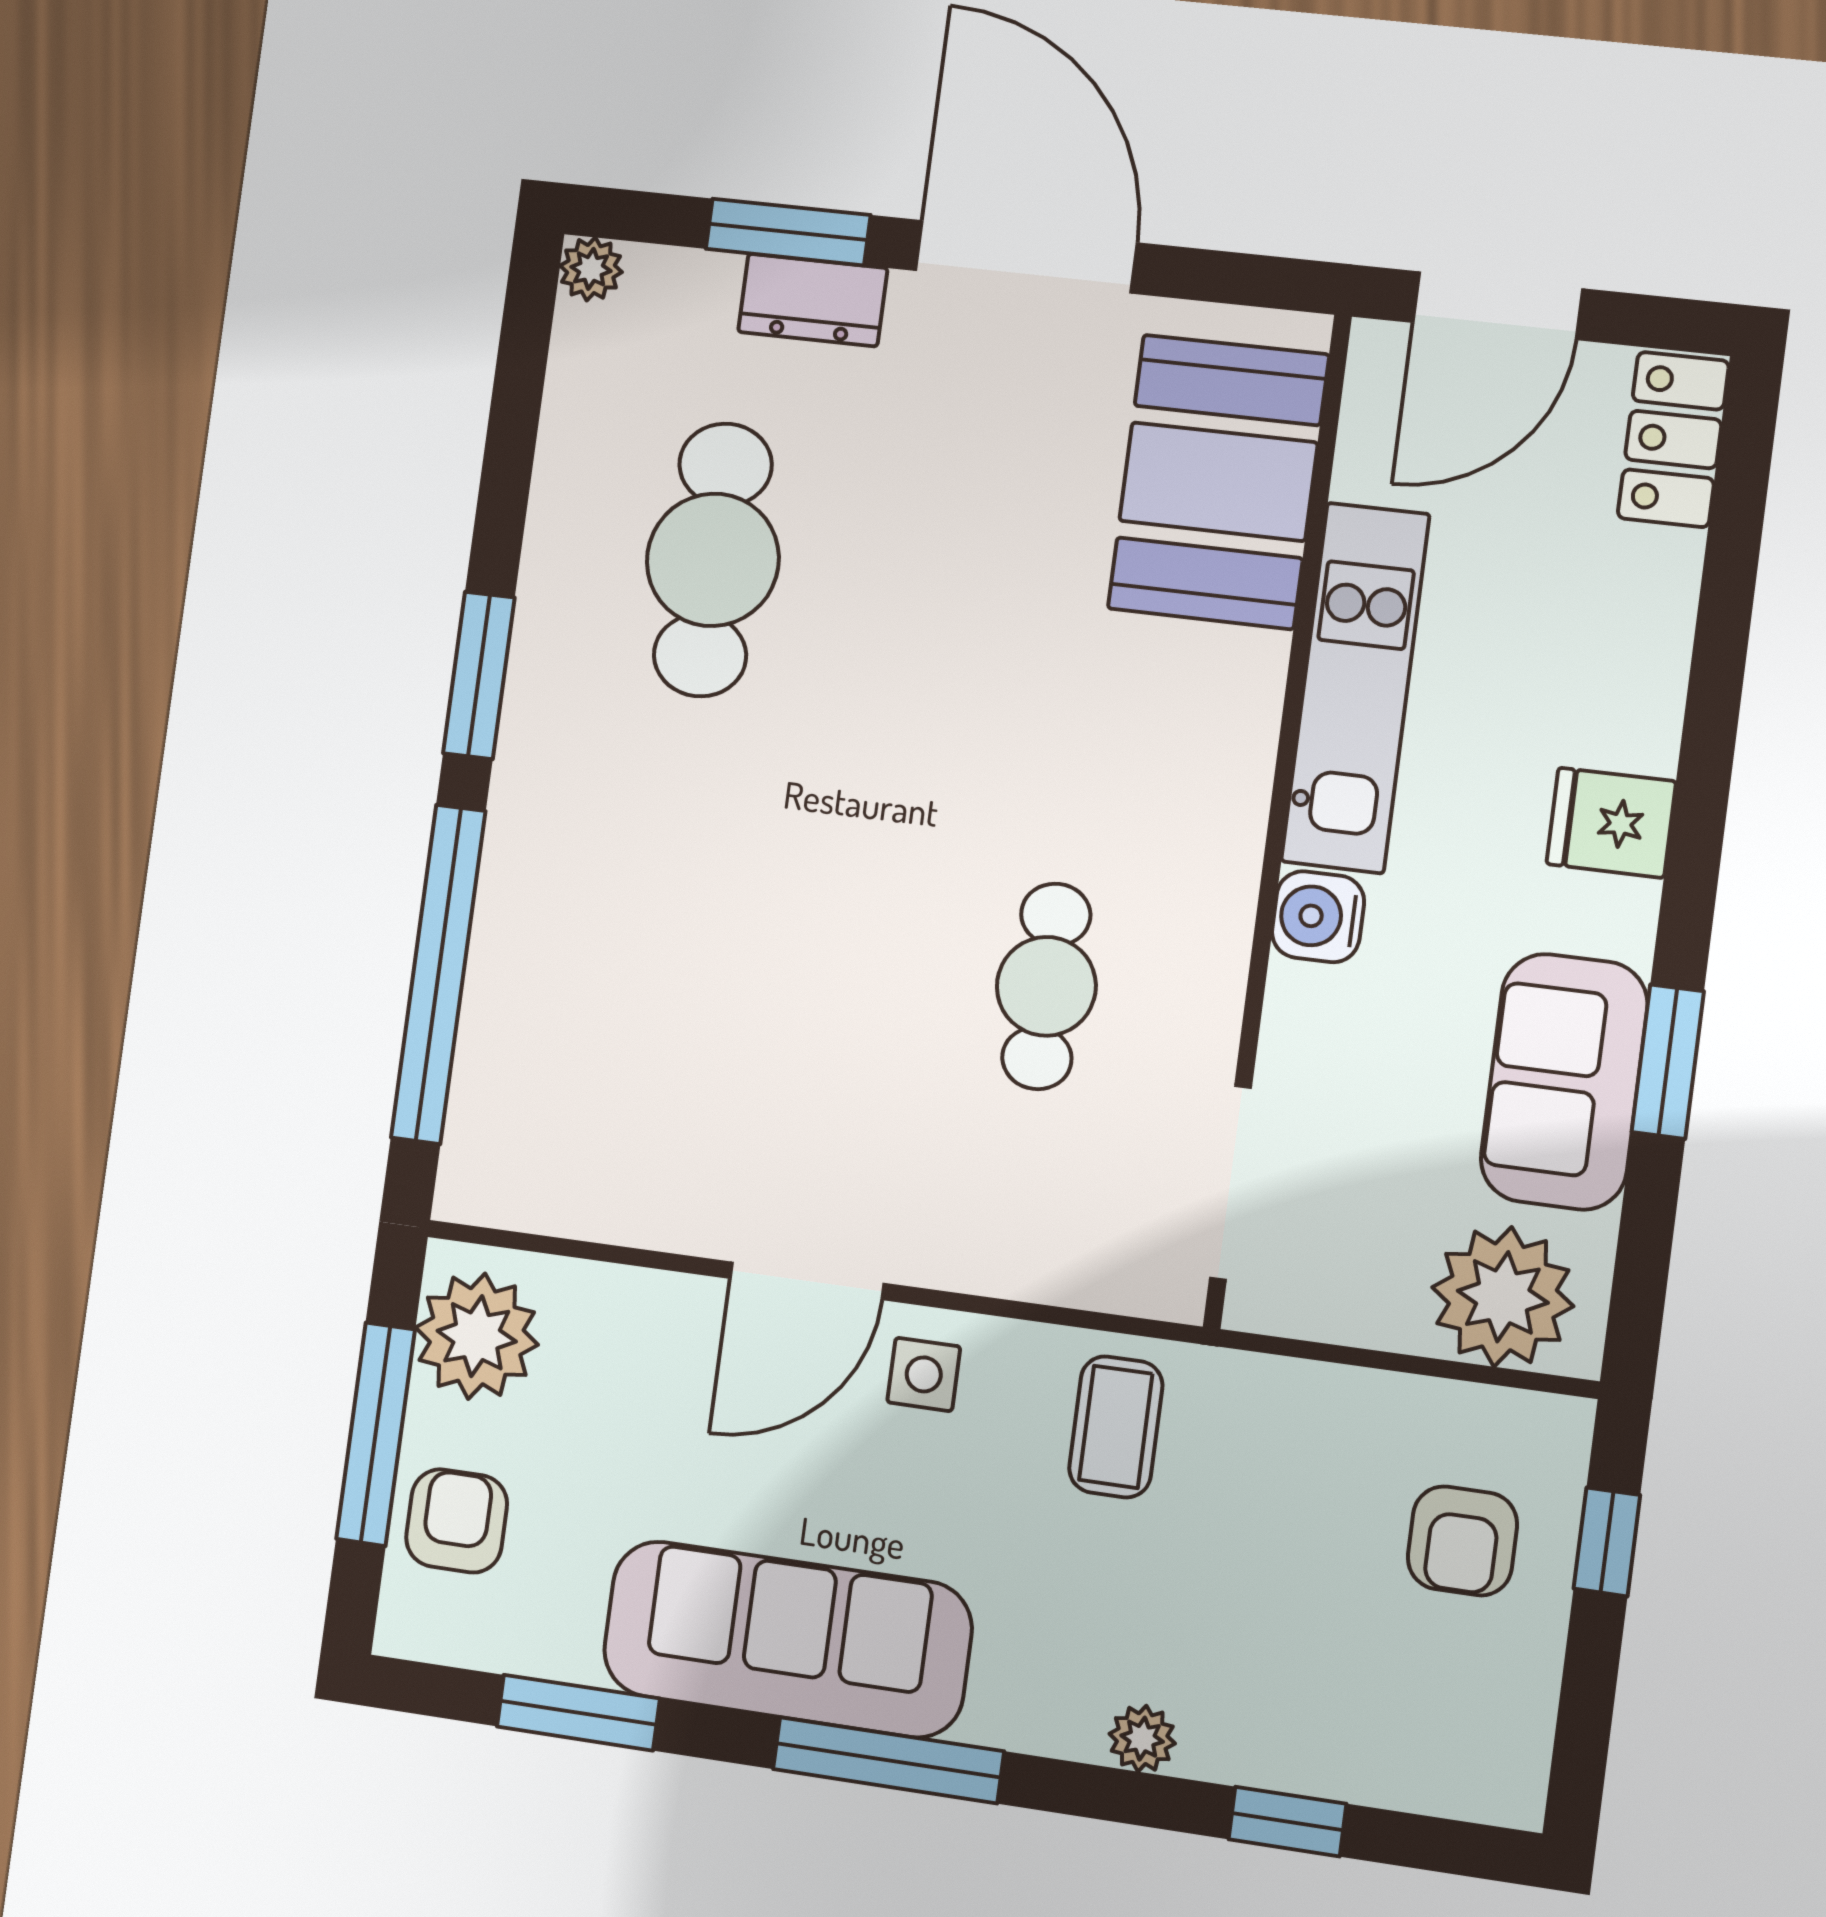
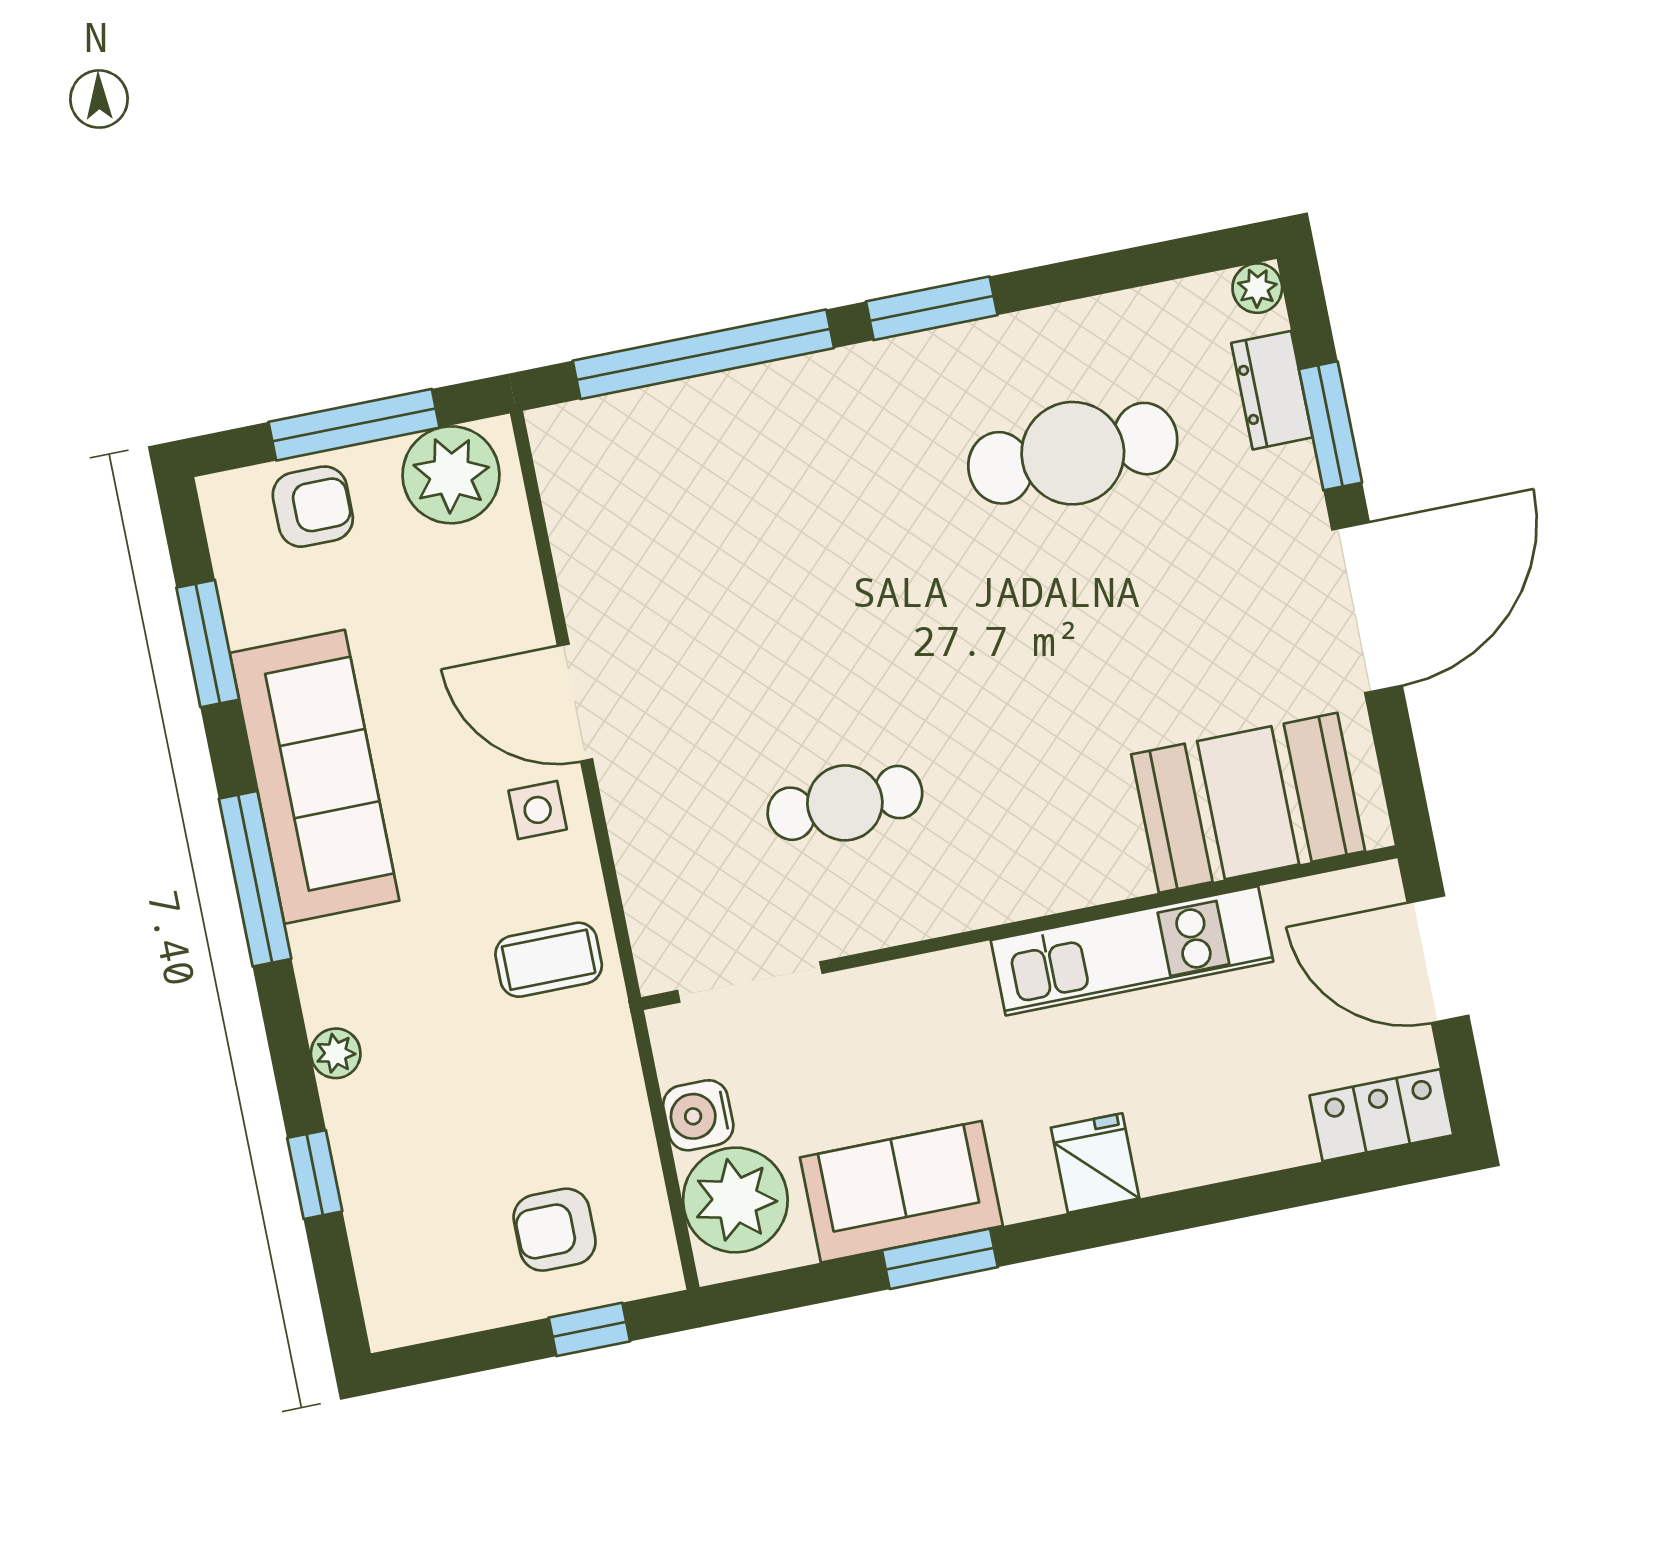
dresser: (813, 300) -> (1272, 390), moved
water cooler: (1318, 917) -> (698, 1115), moved, turned -90

